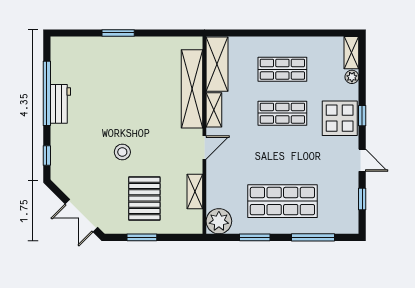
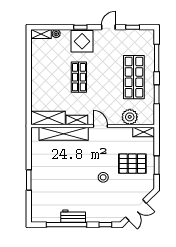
shop shelf: (282, 69) -> (51, 77), removed
shelving: (195, 192) -> (144, 132), moved
double door: (81, 216) -> (136, 210), moved
plant: (219, 221) -> (130, 117), moved

